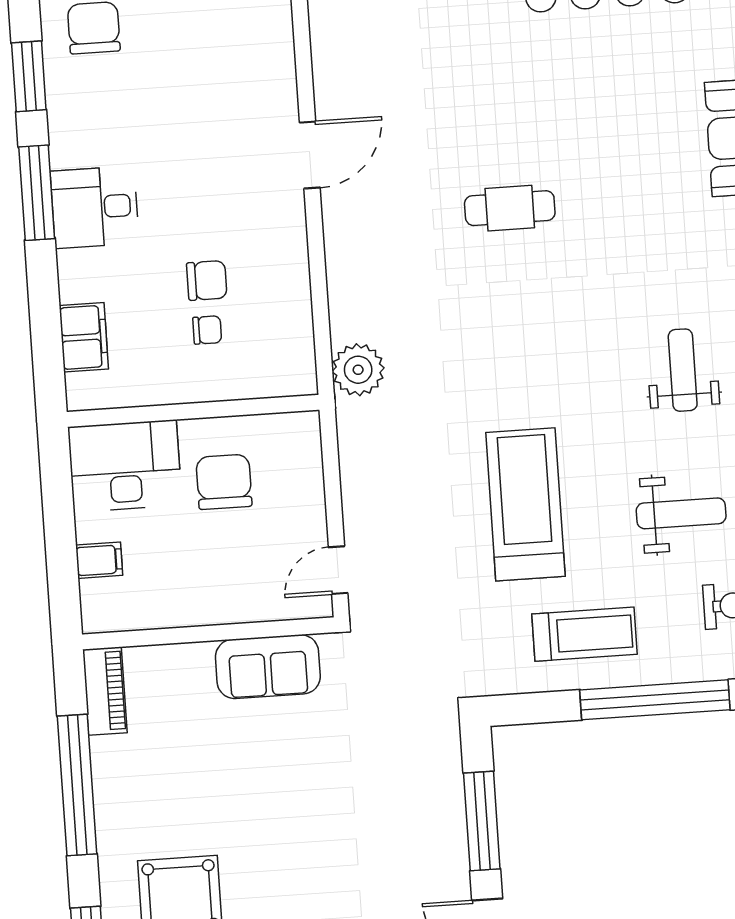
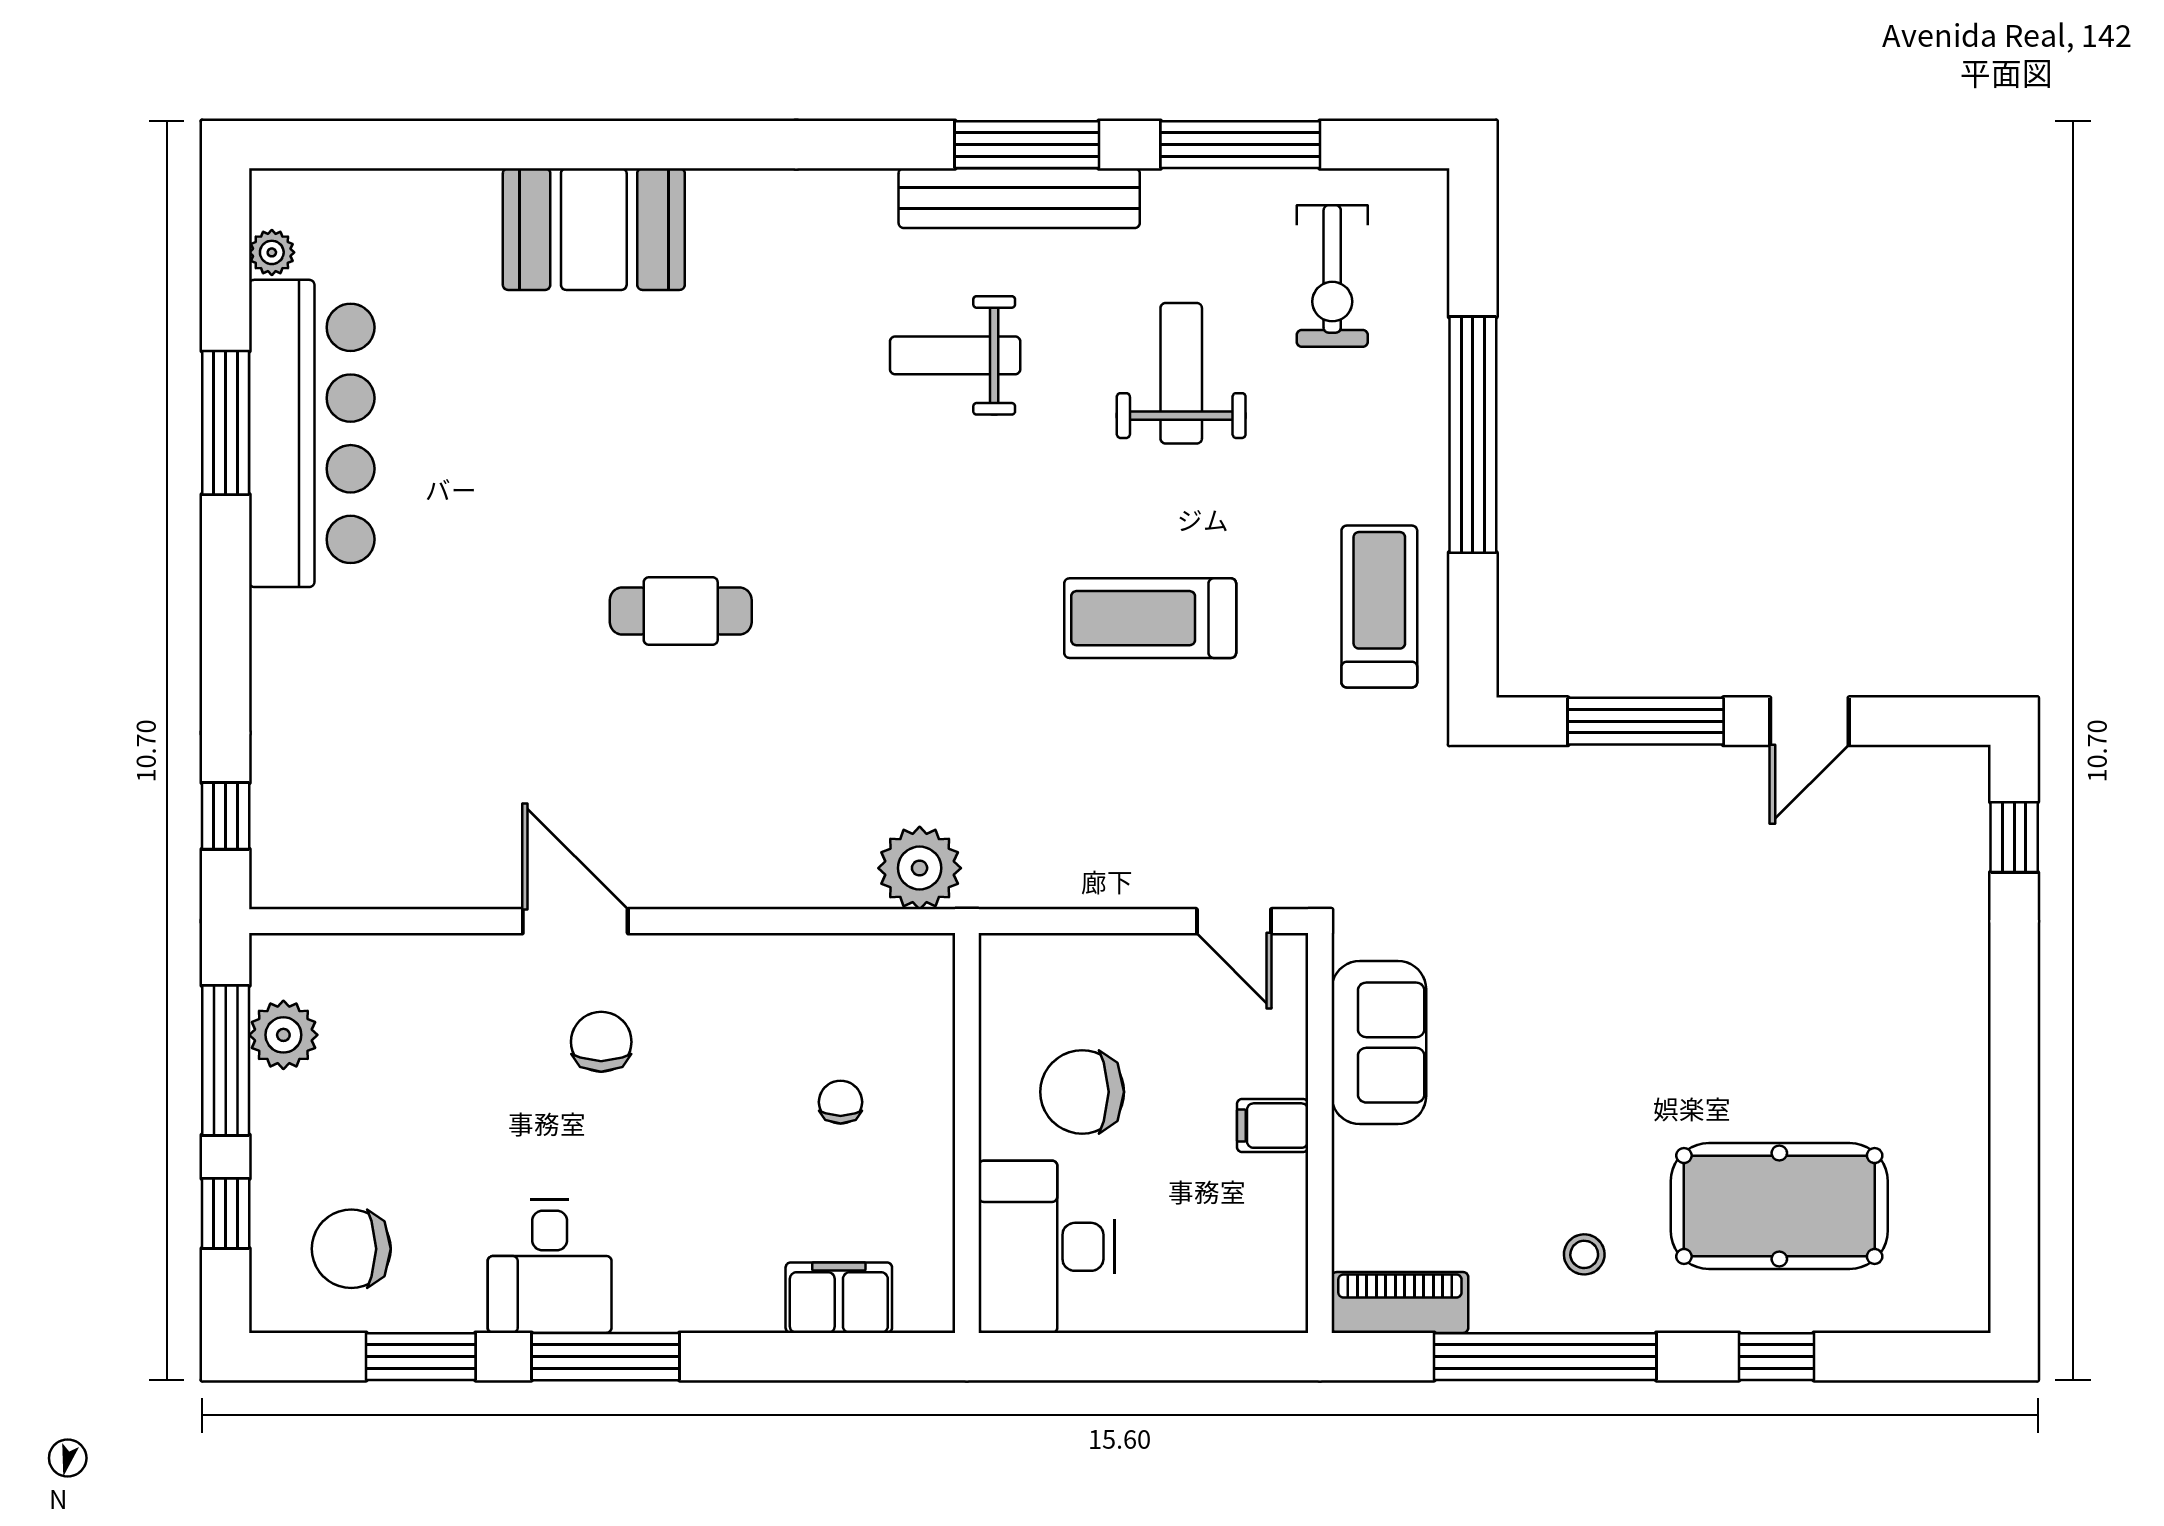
desk: (95, 207) -> (550, 1266), moved
cafe table: (510, 208) -> (681, 611), turned 90
chair: (207, 280) -> (601, 1042), moved
treadmill: (525, 504) -> (1150, 618), width x0.73, depth x0.73
filing cabinet: (99, 560) -> (1273, 1126), moved, turned -90
treadmill: (584, 634) -> (1379, 607), moved
stool: (143, 805) -> (1584, 1254), added

